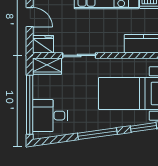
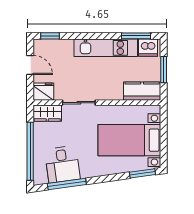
desk: (50, 116) -> (62, 164), moved, turned -98
window: (97, 134) -> (67, 184), moved

